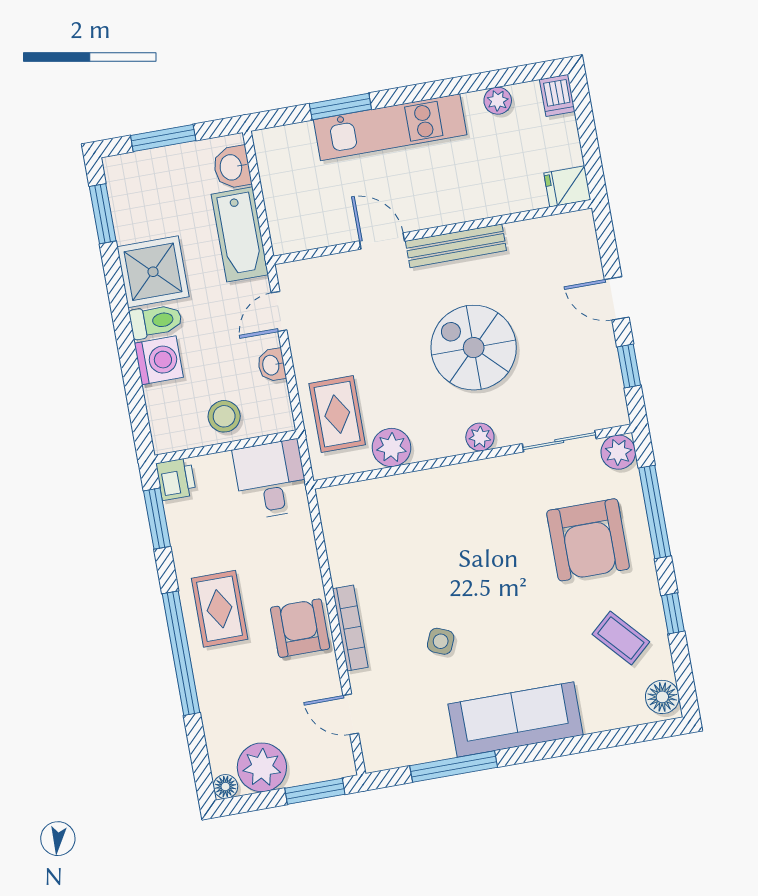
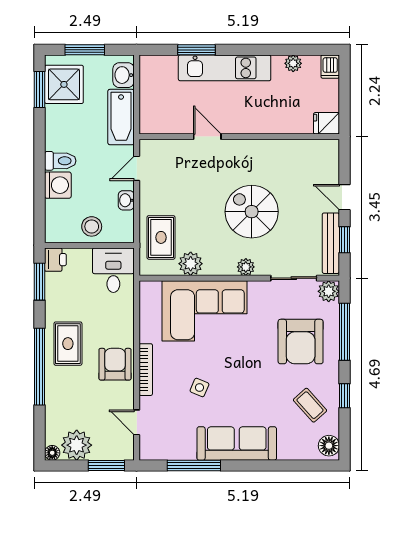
bench: (456, 246) -> (331, 243), moved, turned 90
shower: (153, 272) -> (64, 84), moved
corner sofa: (427, 518) -> (205, 311), added

